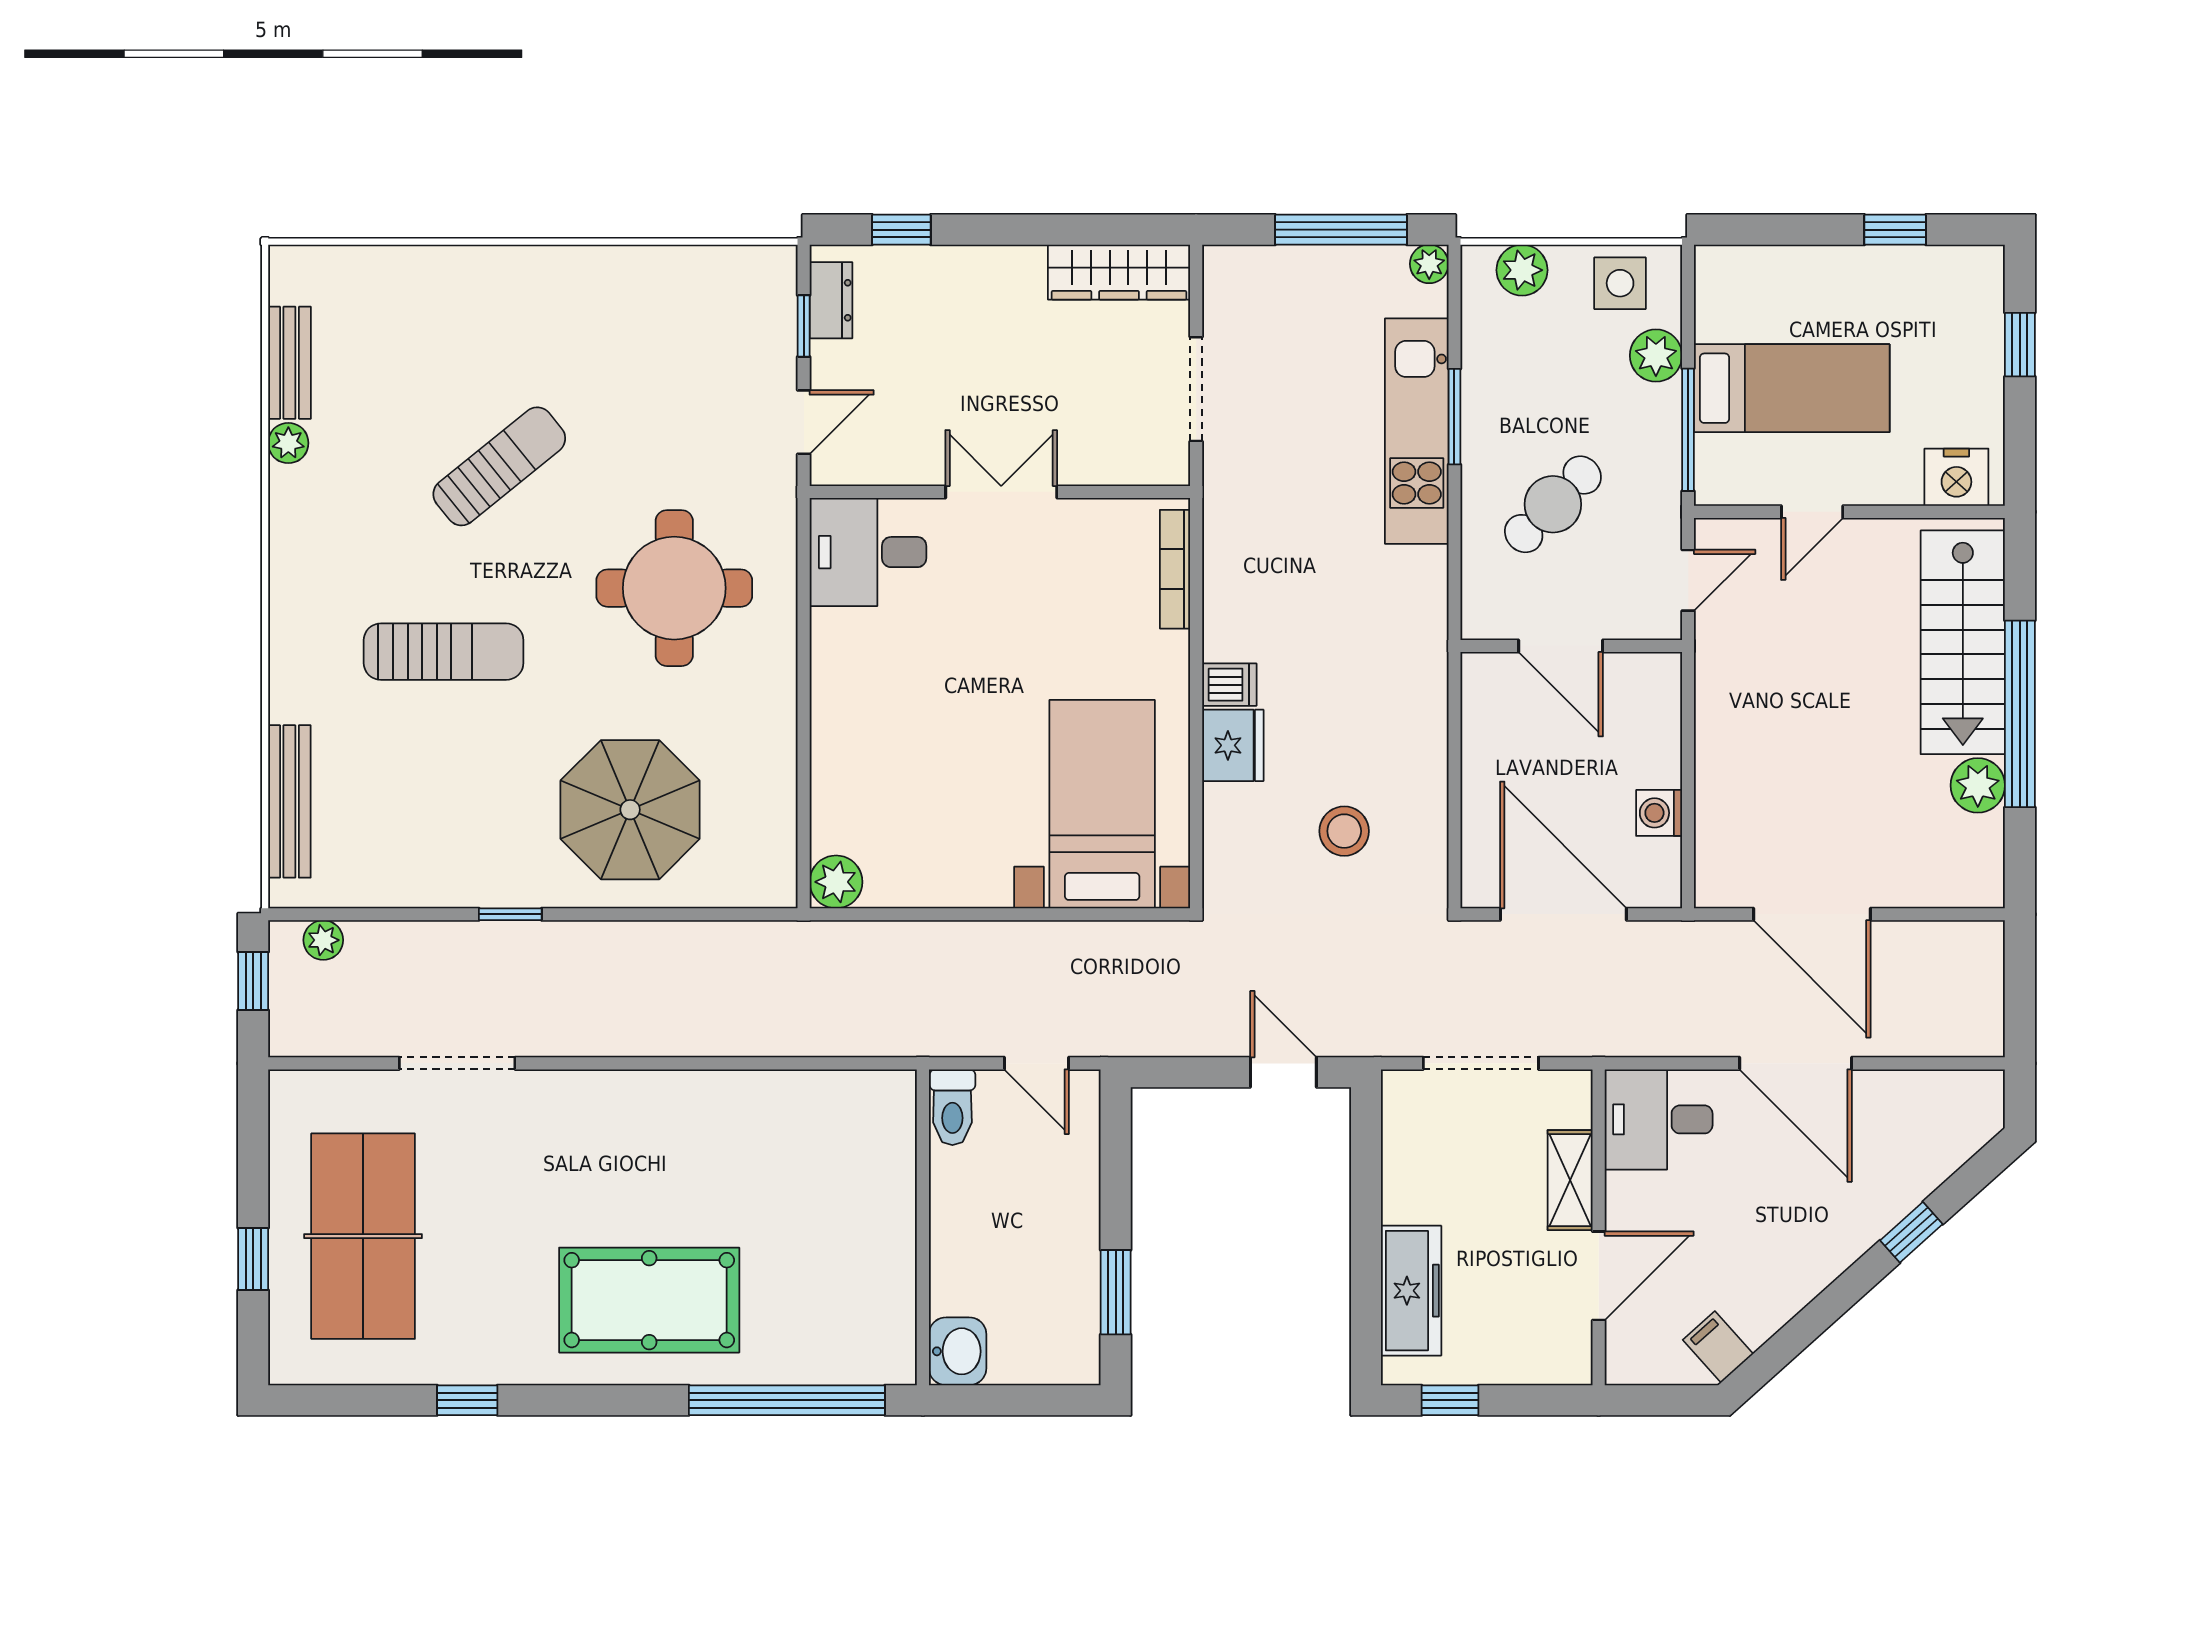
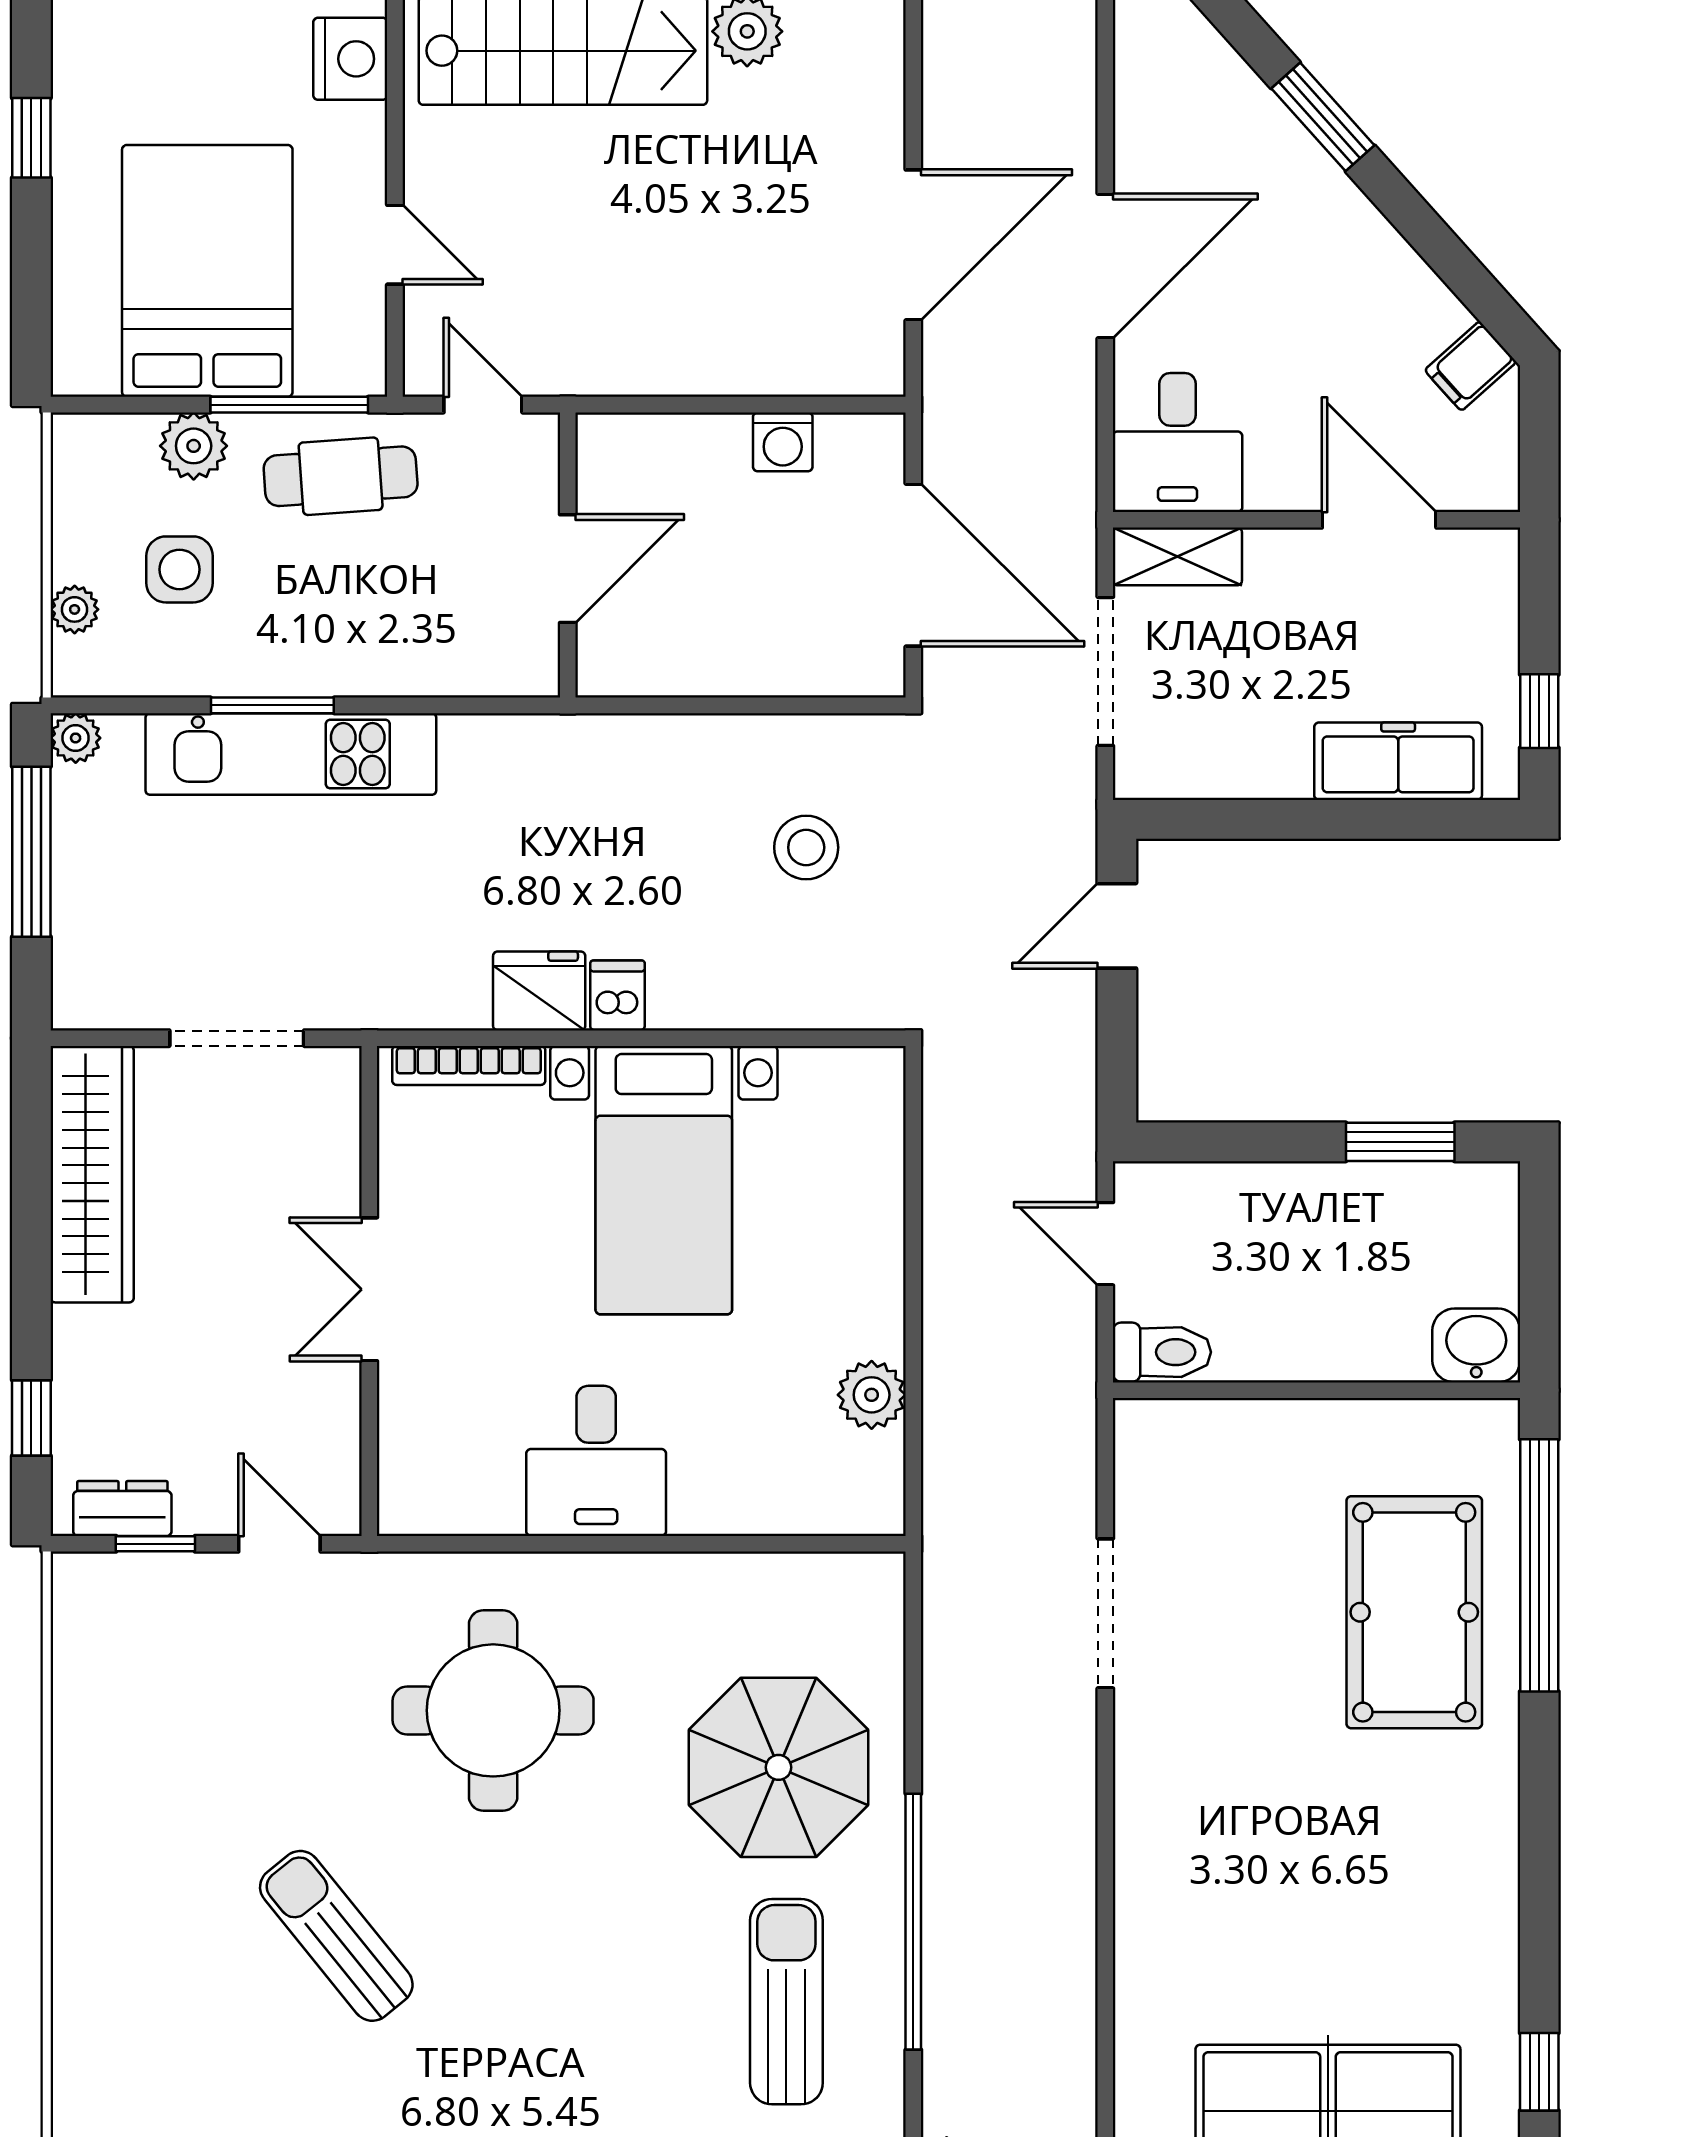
plant: (1522, 270) -> (75, 609), width x0.73, depth x0.73
wardrobe: (1119, 272) -> (92, 1174), width x1.40, depth x1.17
side table: (1620, 283) -> (180, 569), moved
bed: (1792, 388) -> (207, 271), width x1.50
cafe table: (1553, 504) -> (341, 476), moved, turned -49
desk: (868, 552) -> (596, 1461), moved
sun lounger: (444, 652) -> (786, 2002), moved
fridge: (1233, 745) -> (539, 991), moved
bed with nightstands: (1102, 804) -> (664, 1180), moved, turned -90
plant: (836, 882) -> (872, 1395), moved
window: (510, 914) -> (913, 1922), width x3.17
door: (1563, 914) -> (913, 565), swing flipped
doorway: (457, 1063) -> (1105, 1613), moved
door: (1037, 1063) -> (1105, 1244), swing flipped
shelving: (1570, 1180) -> (1177, 556), moved
window: (1911, 1232) -> (1323, 117), width x1.50
pool table: (649, 1300) -> (1414, 1612), moved
window: (467, 1400) -> (1539, 2072), moved

